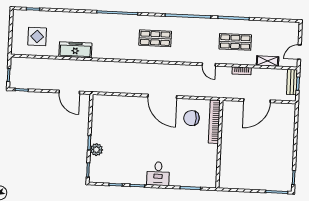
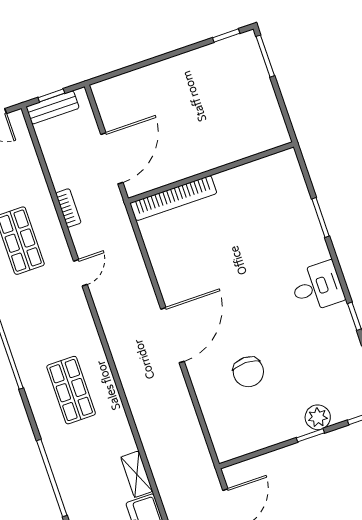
shelving: (268, 61) -> (137, 474), moved
door: (257, 101) -> (112, 158), hinge flipped
chair: (192, 118) -> (248, 372), moved
bookcase: (214, 122) -> (173, 198), moved
wall: (219, 144) -> (211, 173), moved

